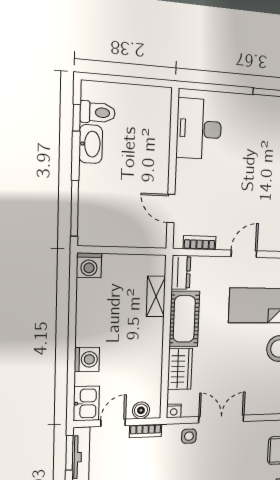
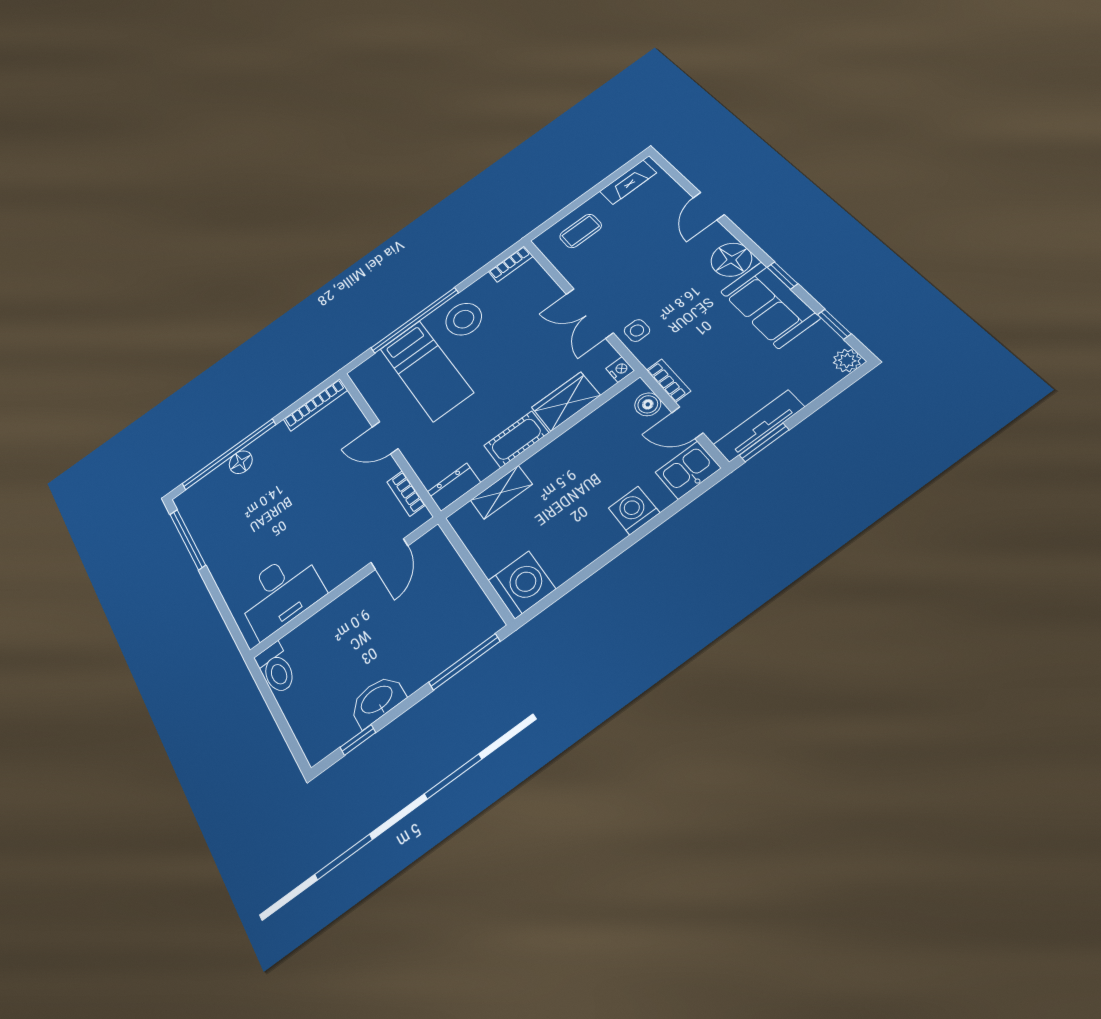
toilet: (98, 112) -> (276, 669), moved, turned 180
washing machine: (89, 265) -> (522, 585), width x1.37, depth x1.37
cot: (184, 319) -> (516, 439), width x0.73, depth x0.75

